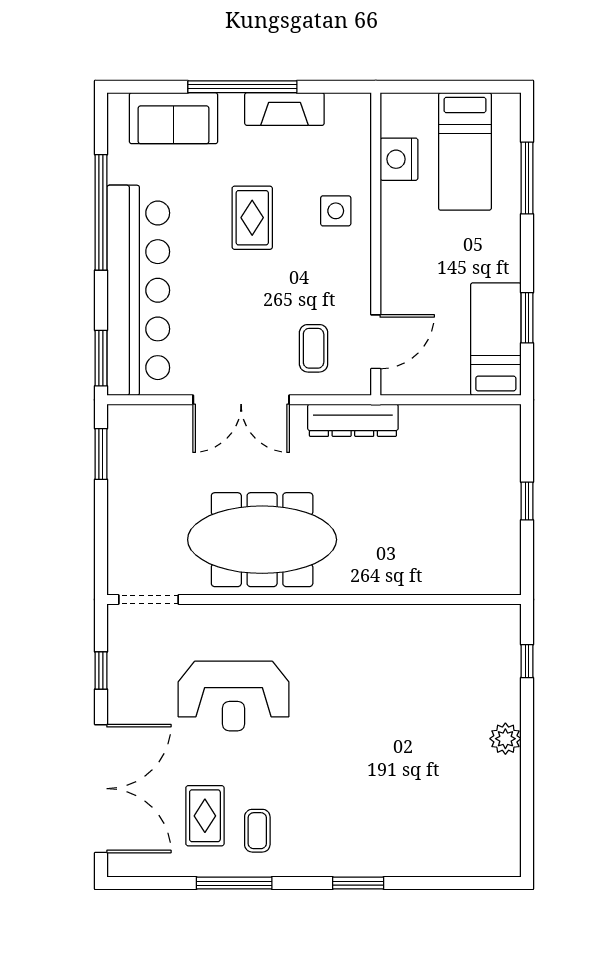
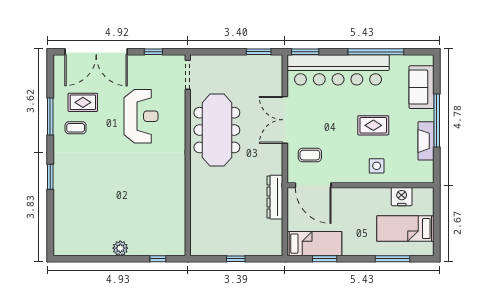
door: (376, 342) -> (313, 185), width x1.36
dresser: (353, 420) -> (275, 197), moved
reception desk: (233, 696) -> (141, 116), turned 180

